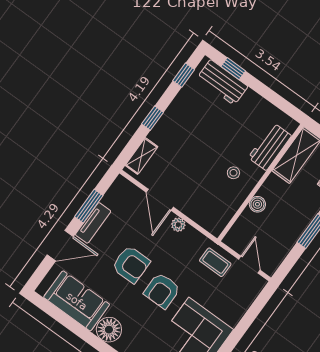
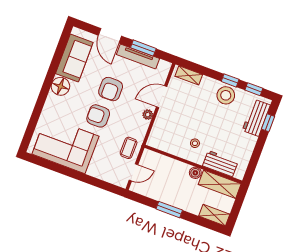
stool: (181, 114) -> (226, 95), added
window: (153, 118) -> (230, 80), moved
boiler: (257, 204) -> (195, 173), moved
tv unit: (93, 223) -> (138, 56), width x1.41

